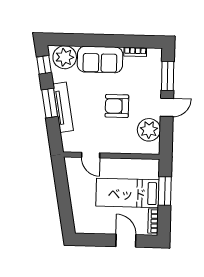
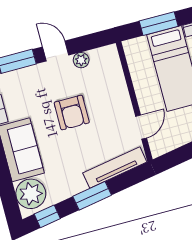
tv unit: (63, 107) -> (115, 168), moved
plant: (149, 130) -> (81, 60), width x0.53, depth x0.53

